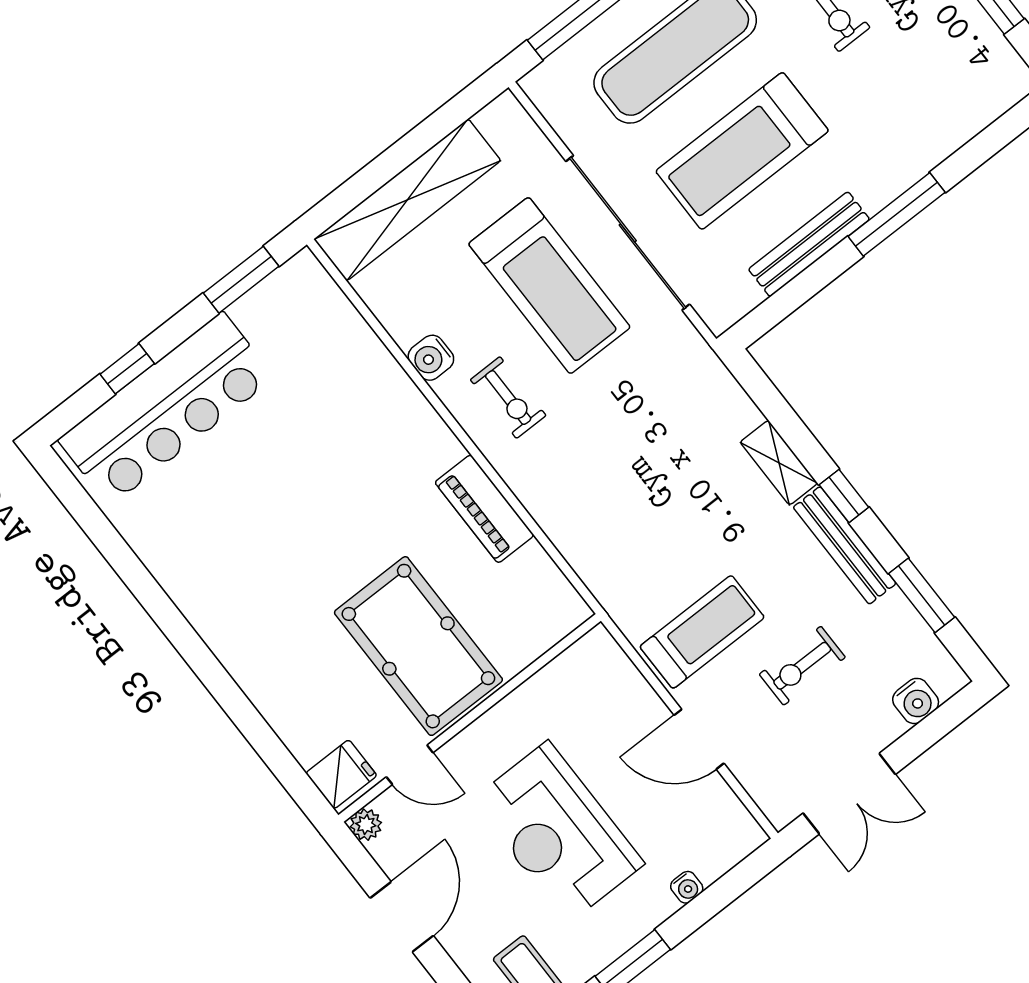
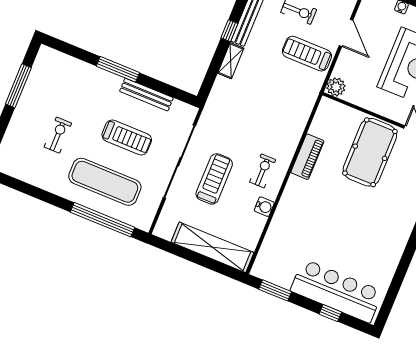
treadmill: (742, 151) -> (127, 138), width x0.73, depth x0.73
treadmill: (549, 286) -> (214, 179), width x0.73, depth x0.73
plant: (597, 653) -> (336, 87), added

